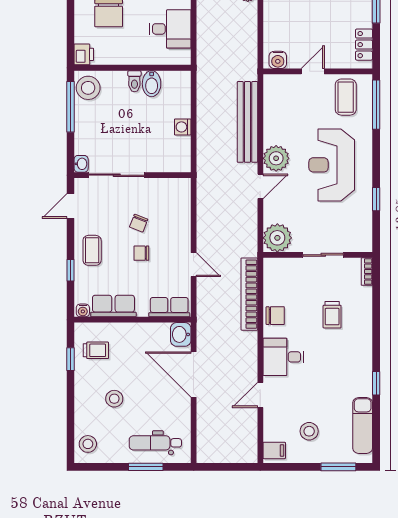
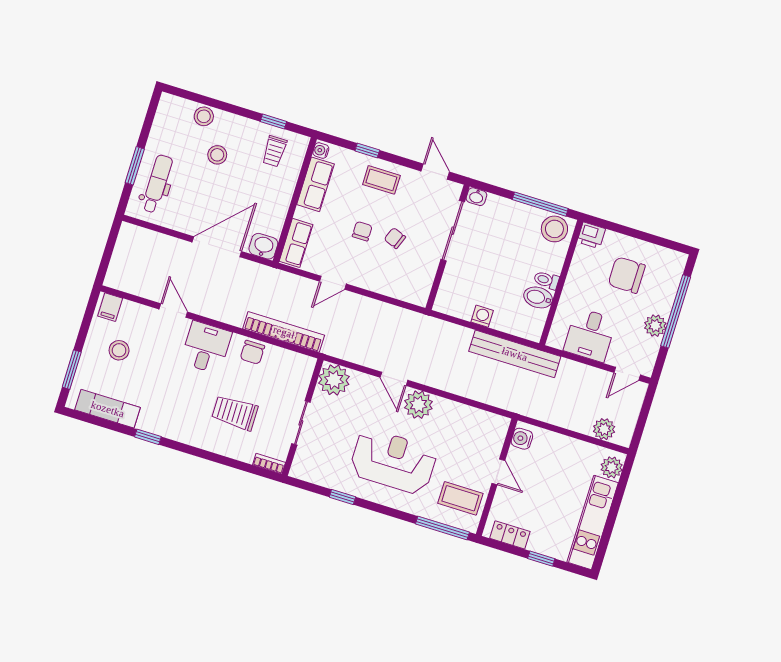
bench: (247, 122) -> (515, 354), moved
trolley: (332, 315) -> (235, 413), width x1.36, depth x1.39
stool: (88, 444) -> (204, 116), moved

